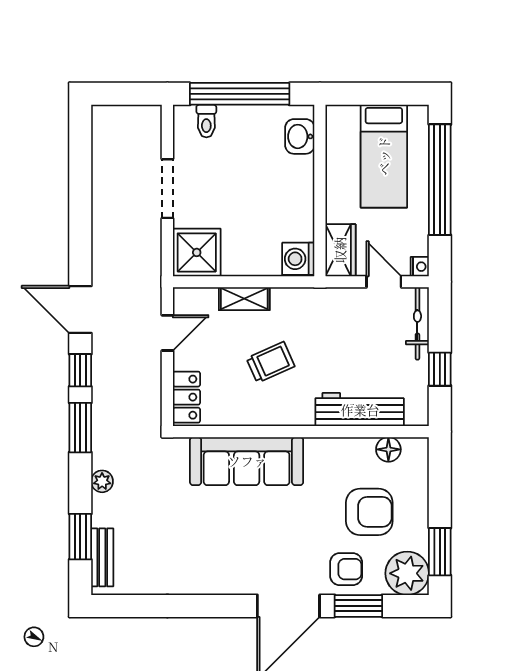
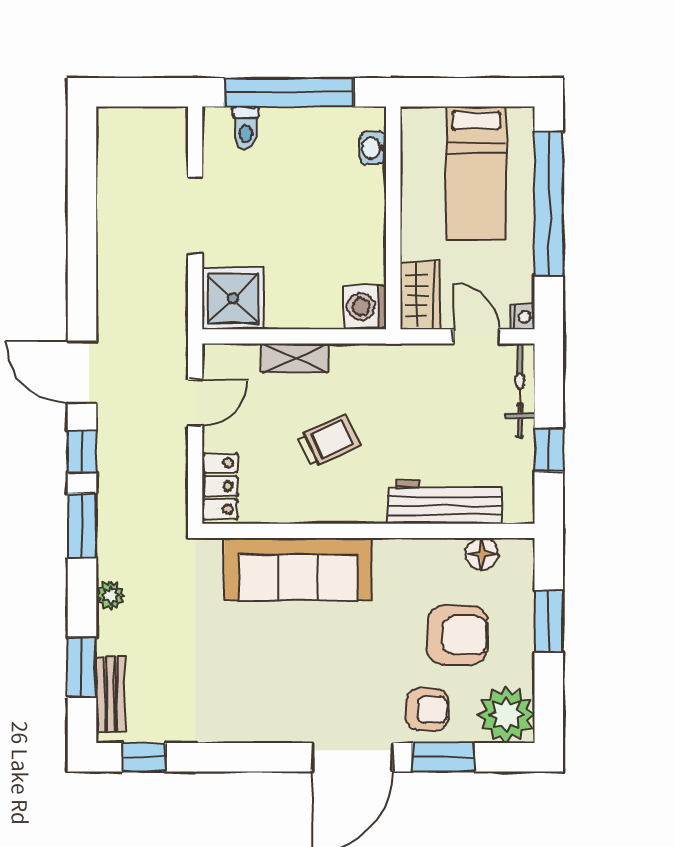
washbasin: (300, 136) -> (373, 148), width x0.72, depth x0.69
window: (440, 552) -> (549, 621), moved
window: (128, 606) -> (144, 757), added

